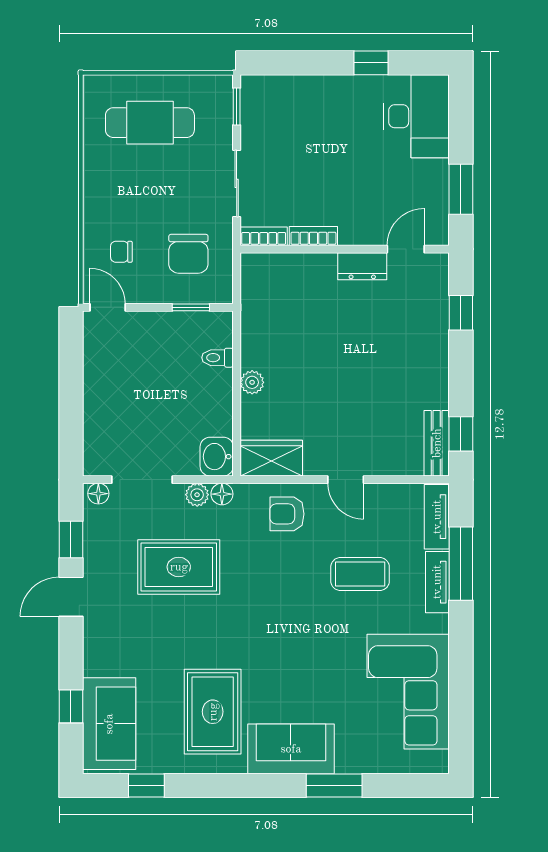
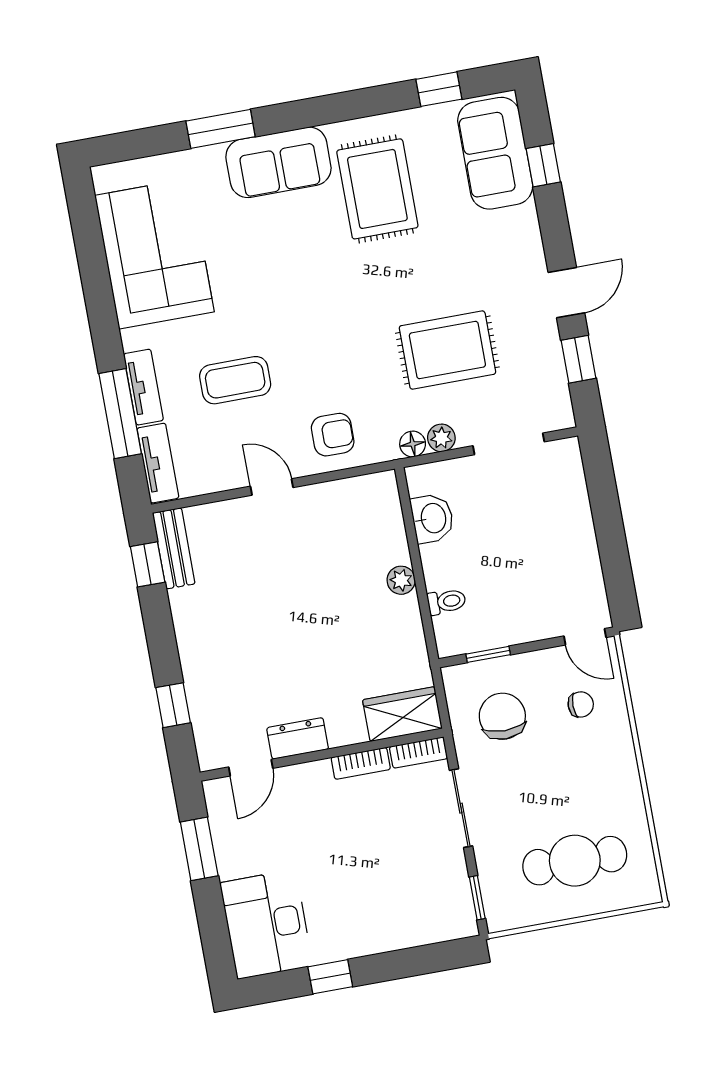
washbasin: (217, 457) -> (432, 518), moved
wardrobe: (271, 458) -> (402, 714), moved, turned 180
floor lamp: (98, 494) -> (556, 418), removed

